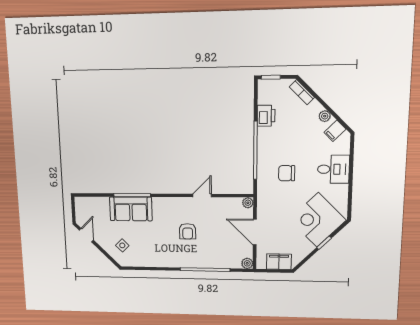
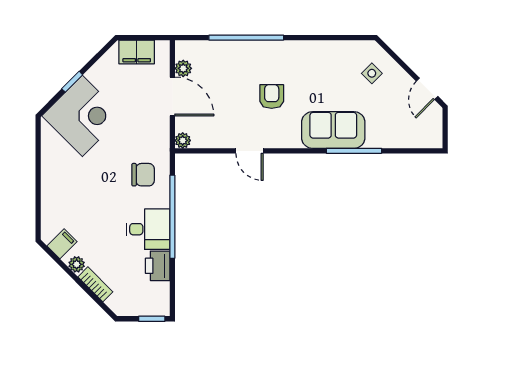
bookcase: (302, 92) -> (95, 284), moved
desk: (333, 169) -> (148, 229), moved, turned 180
chair: (287, 173) -> (143, 175), moved
door: (202, 196) -> (250, 151), hinge flipped
sofa: (131, 209) -> (333, 130), moved
plant: (247, 263) -> (183, 68), moved

